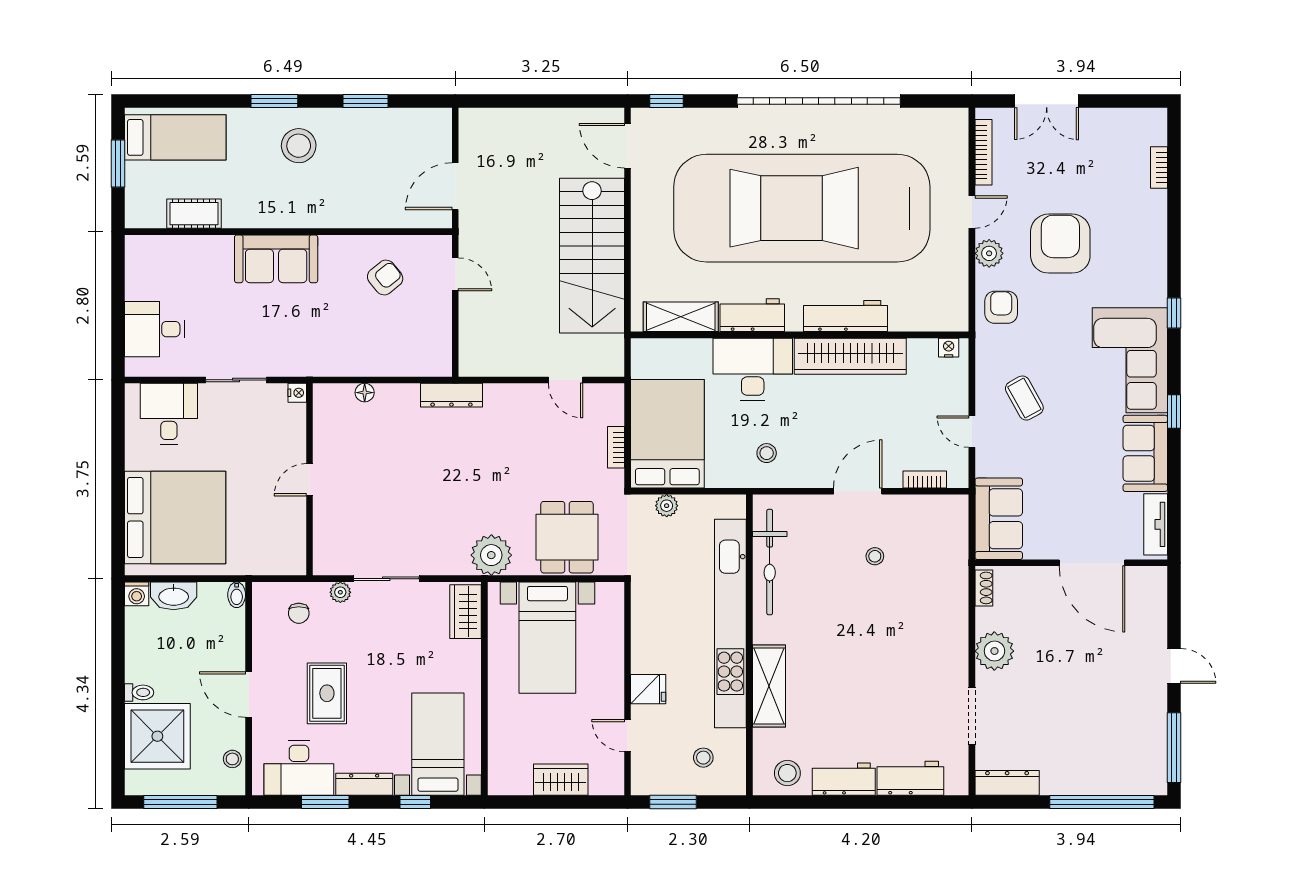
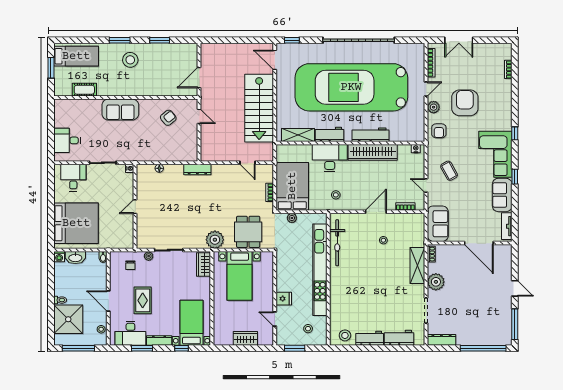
armchair: (1001, 307) -> (439, 131), turned 180
shelving: (769, 686) -> (417, 265), moved

